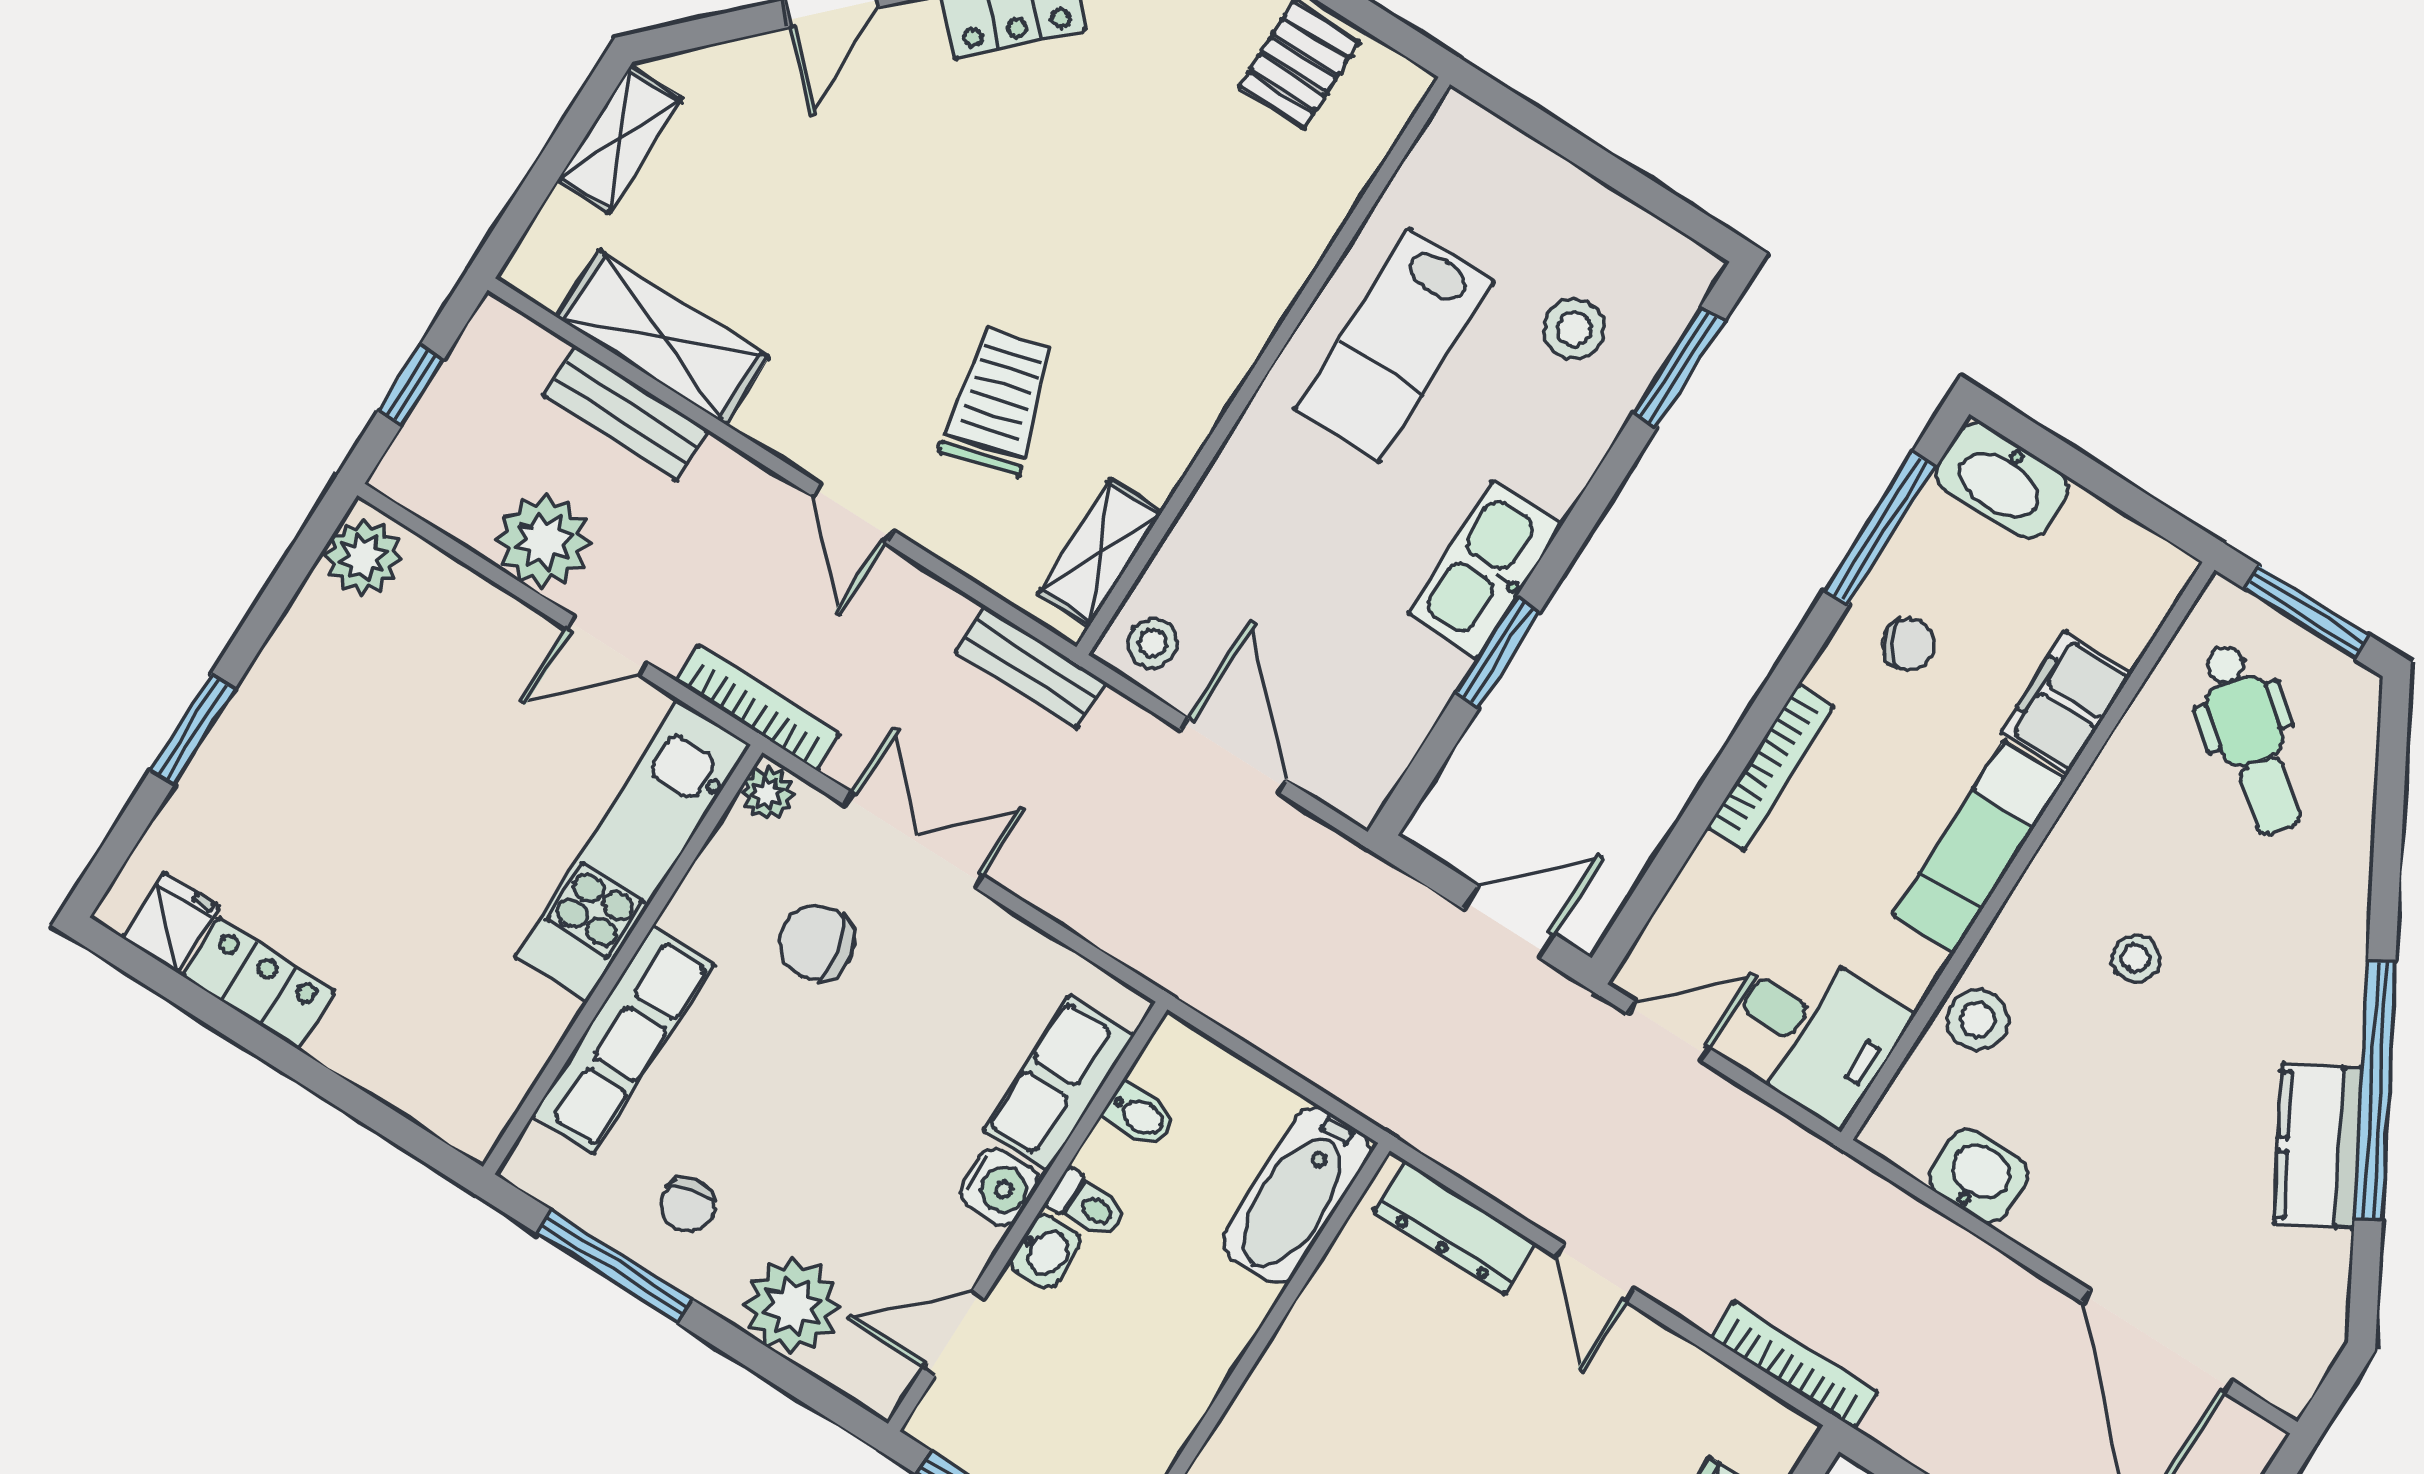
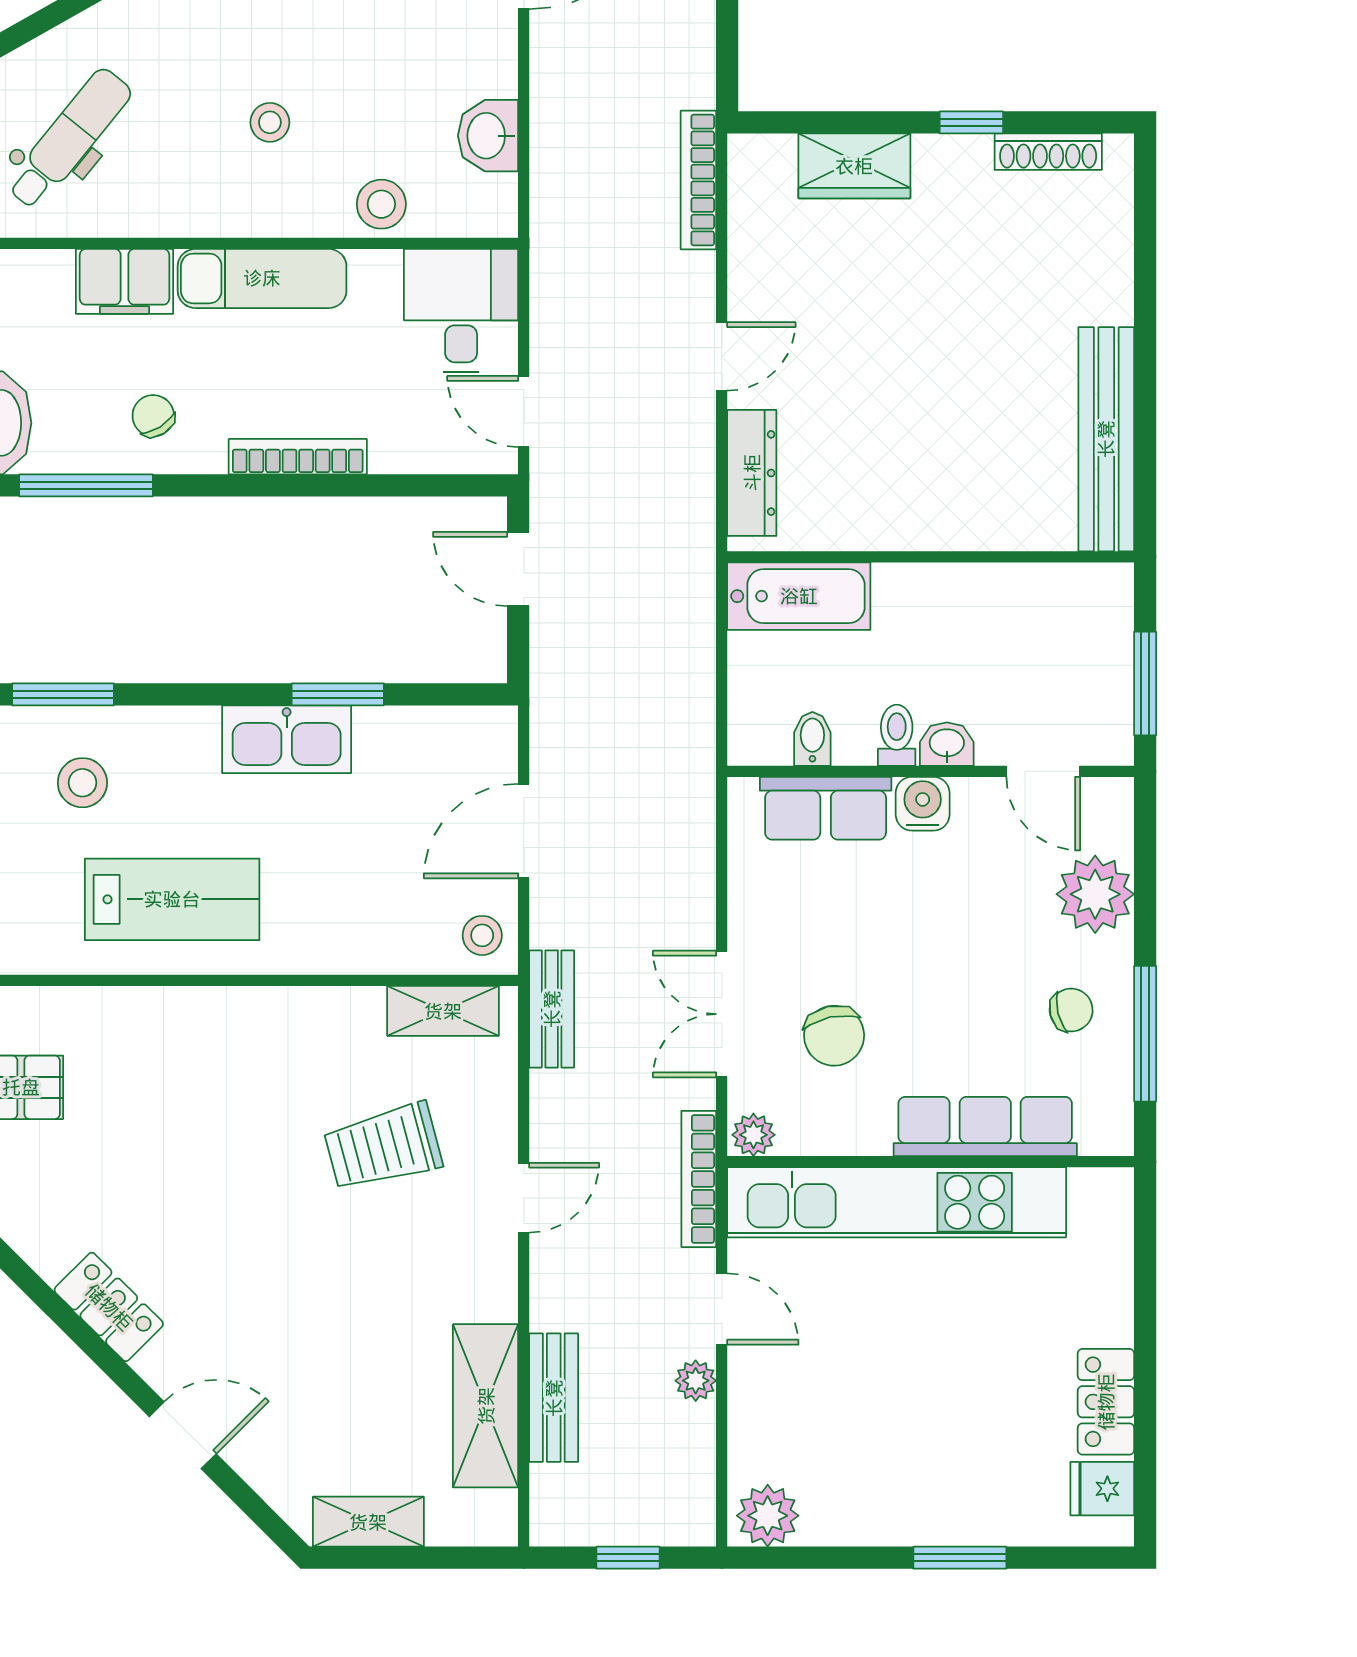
plant: (543, 541) -> (696, 1381), width x0.53, depth x0.53
kitchen unit: (633, 851) -> (897, 1202), width x1.36

